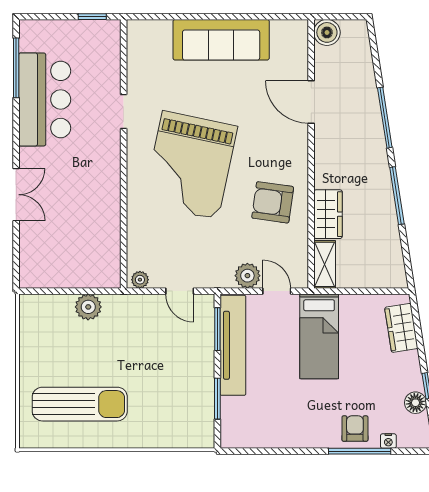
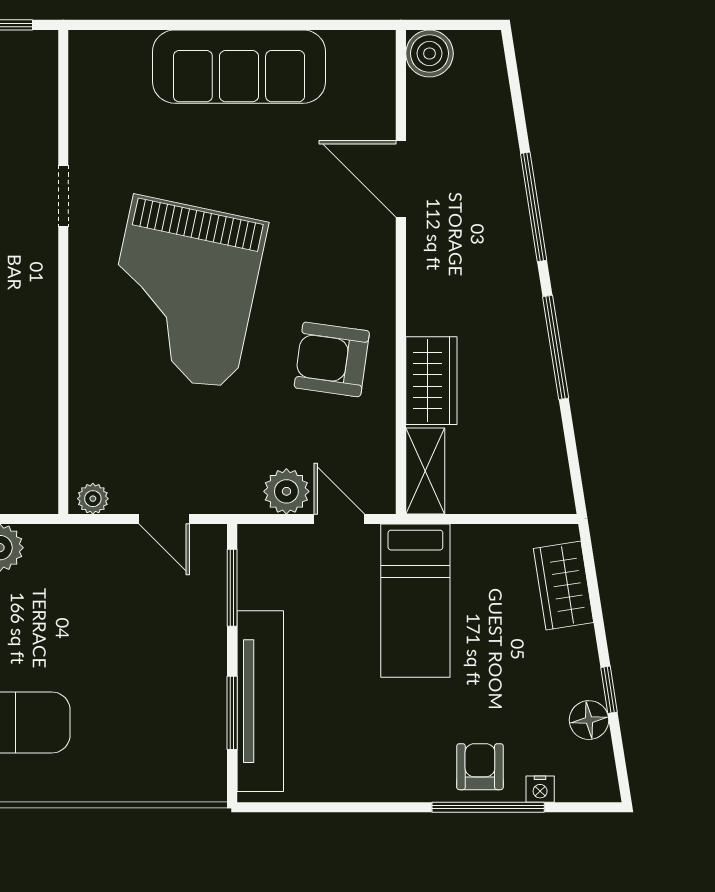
tv unit: (233, 345) -> (260, 701), moved

